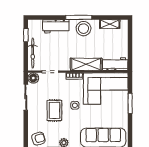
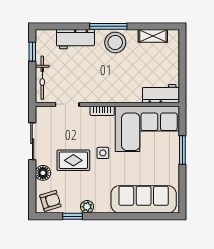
shelving: (86, 64) -> (119, 94), removed
floor lamp: (33, 78) -> (43, 173), moved
rug: (54, 110) -> (73, 160), turned 90

